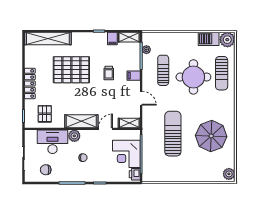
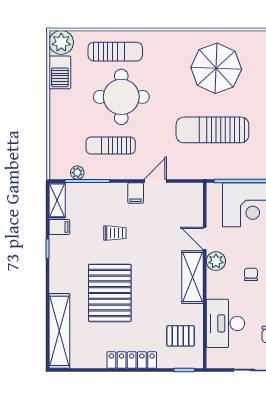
filing cabinet: (134, 76) -> (136, 193), moved
shelving: (129, 123) -> (195, 200), removed
plant: (74, 136) -> (216, 261), moved

